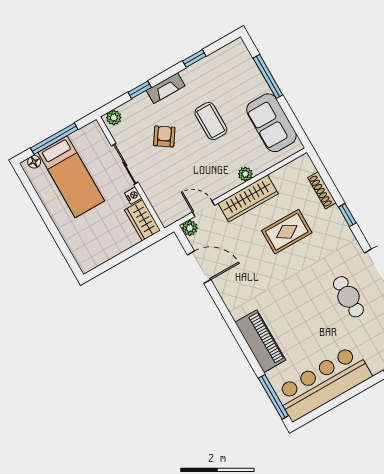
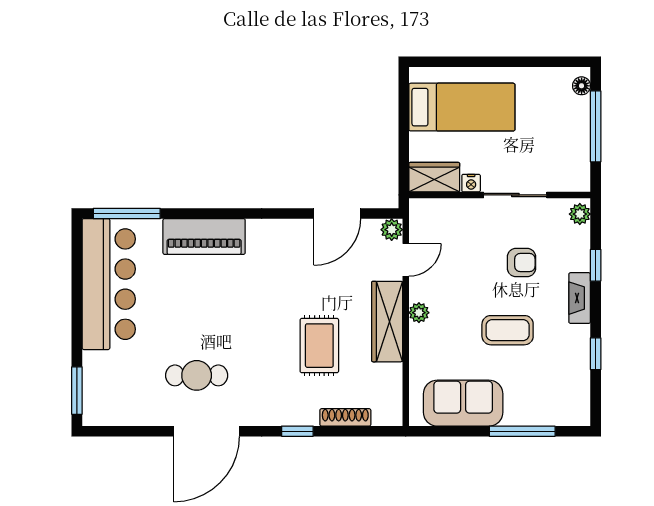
armchair: (164, 136) -> (521, 263), turned -34
plant: (245, 174) -> (419, 313), moved
bed: (71, 177) -> (462, 107), moved, turned 180

